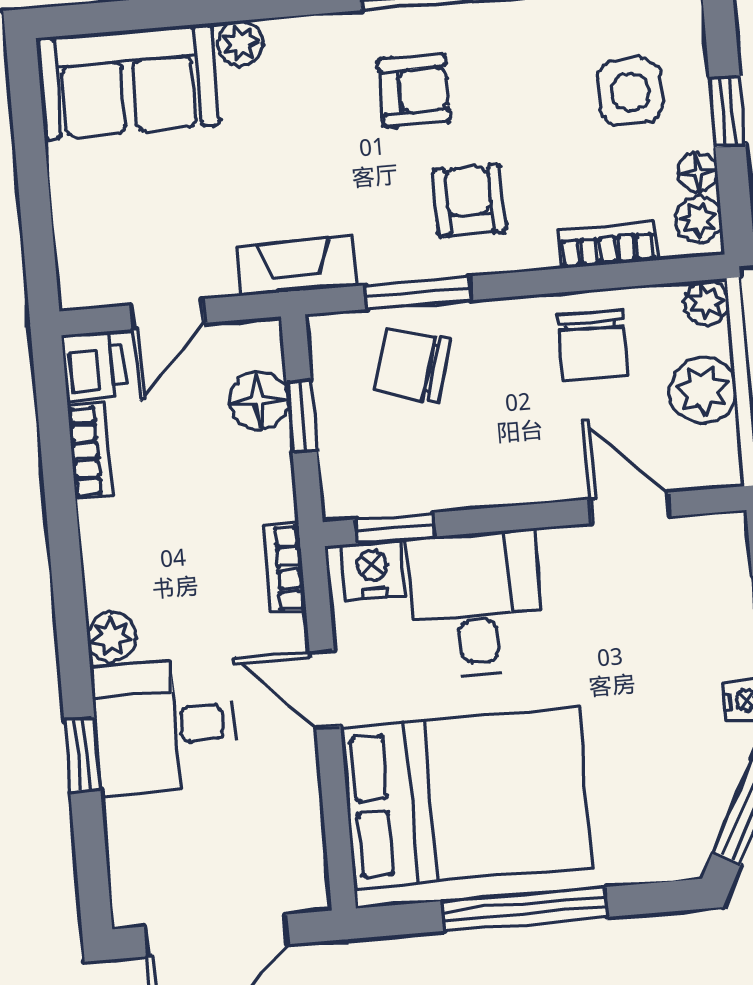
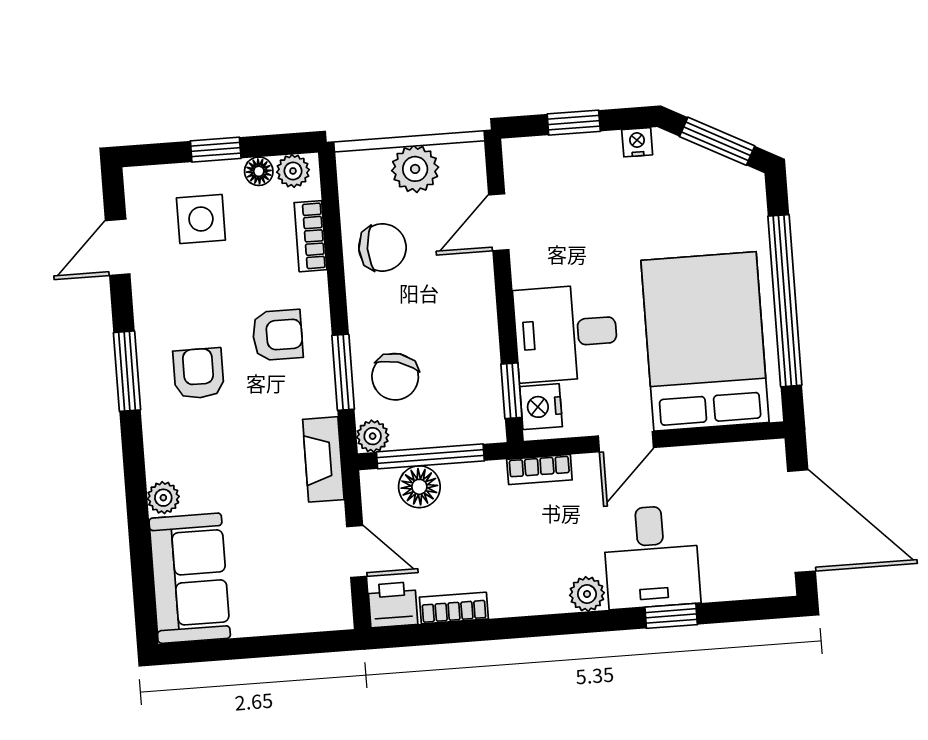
armchair: (469, 200) -> (278, 335), turned 180
plant: (706, 302) -> (373, 436), moved
window: (302, 416) -> (430, 456), width x2.17
window: (524, 909) -> (785, 301), width x1.46

